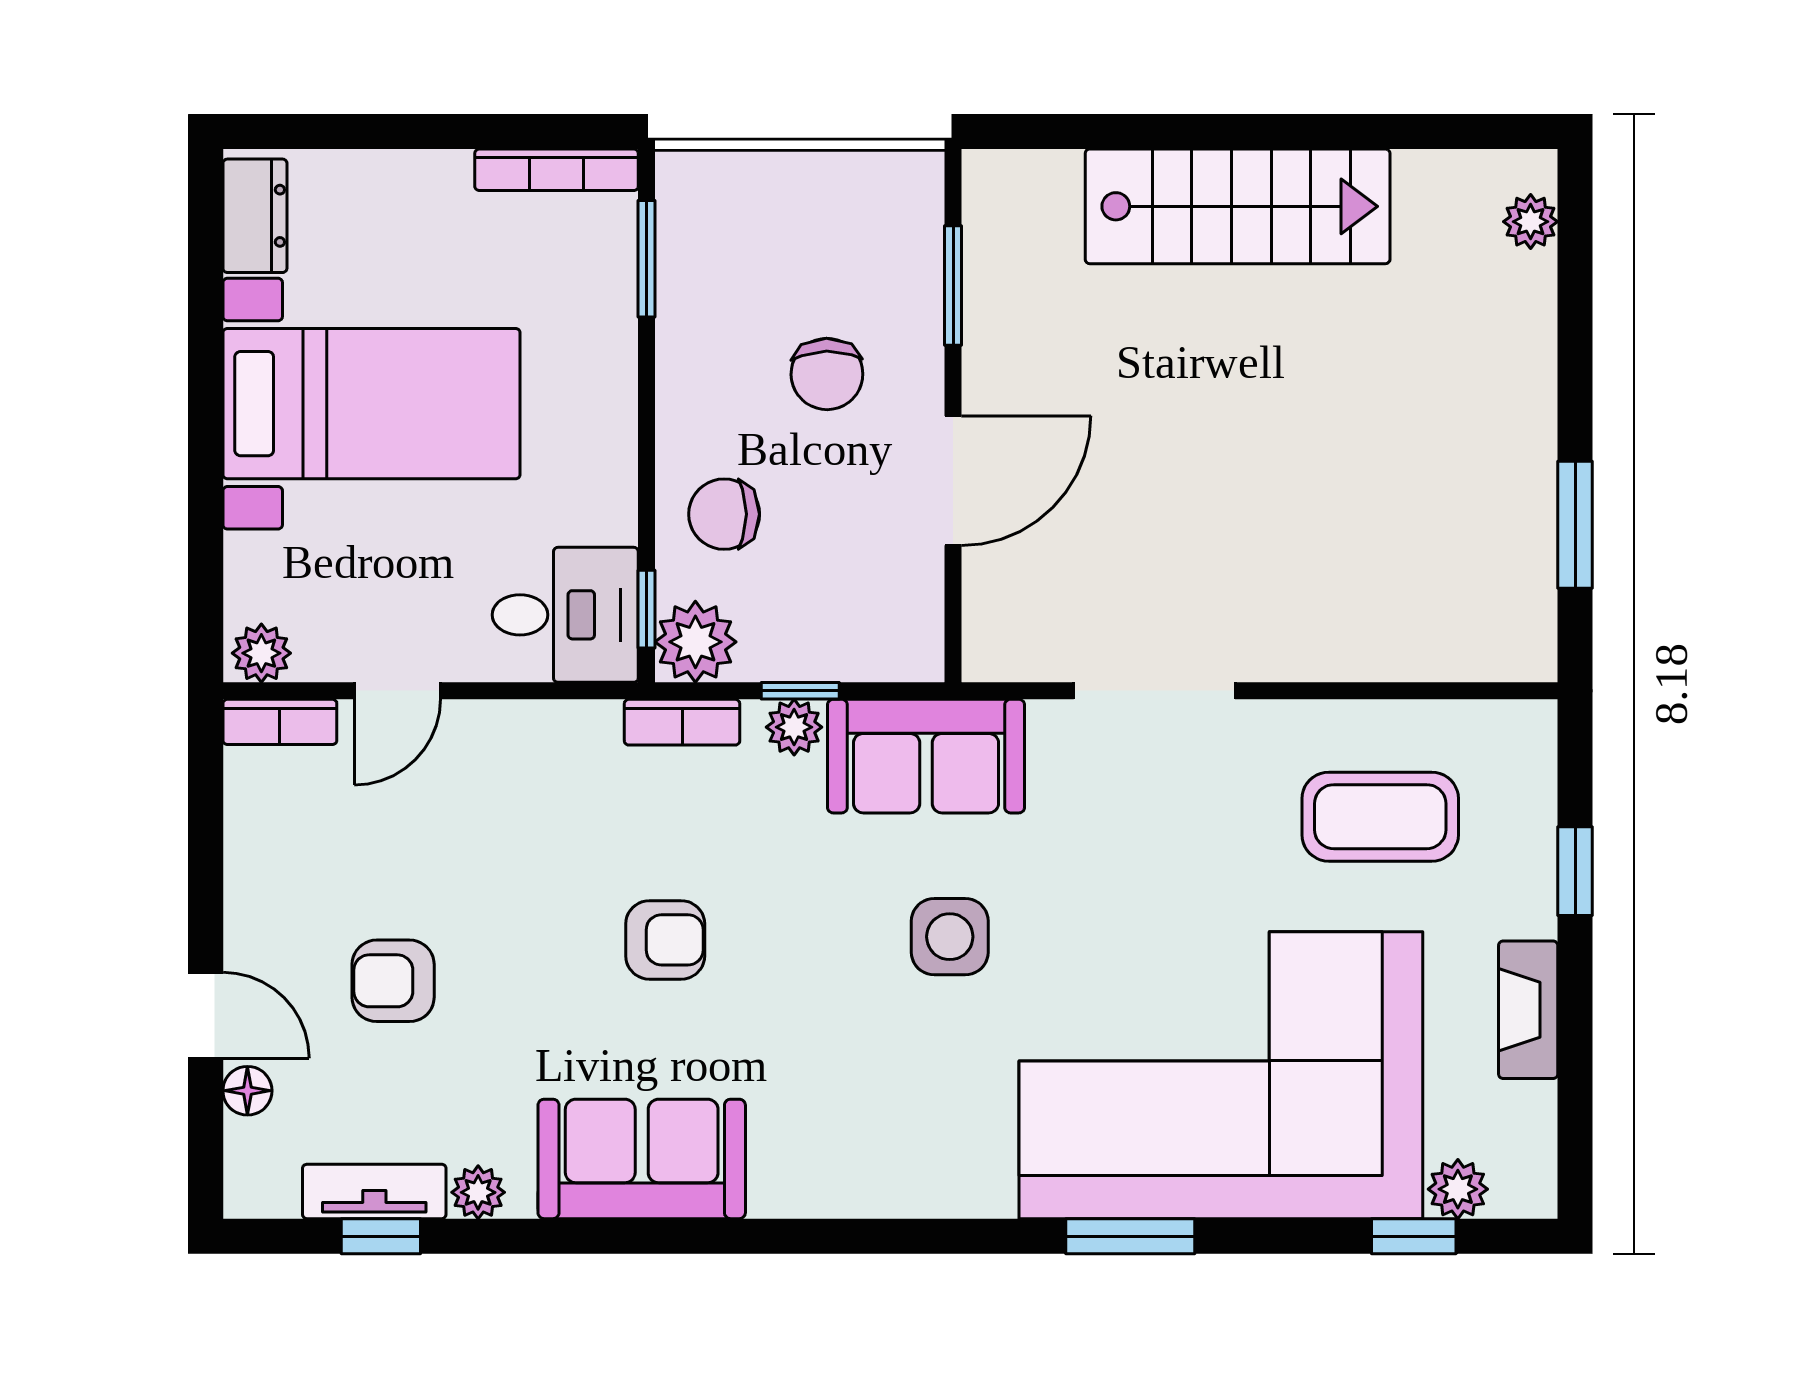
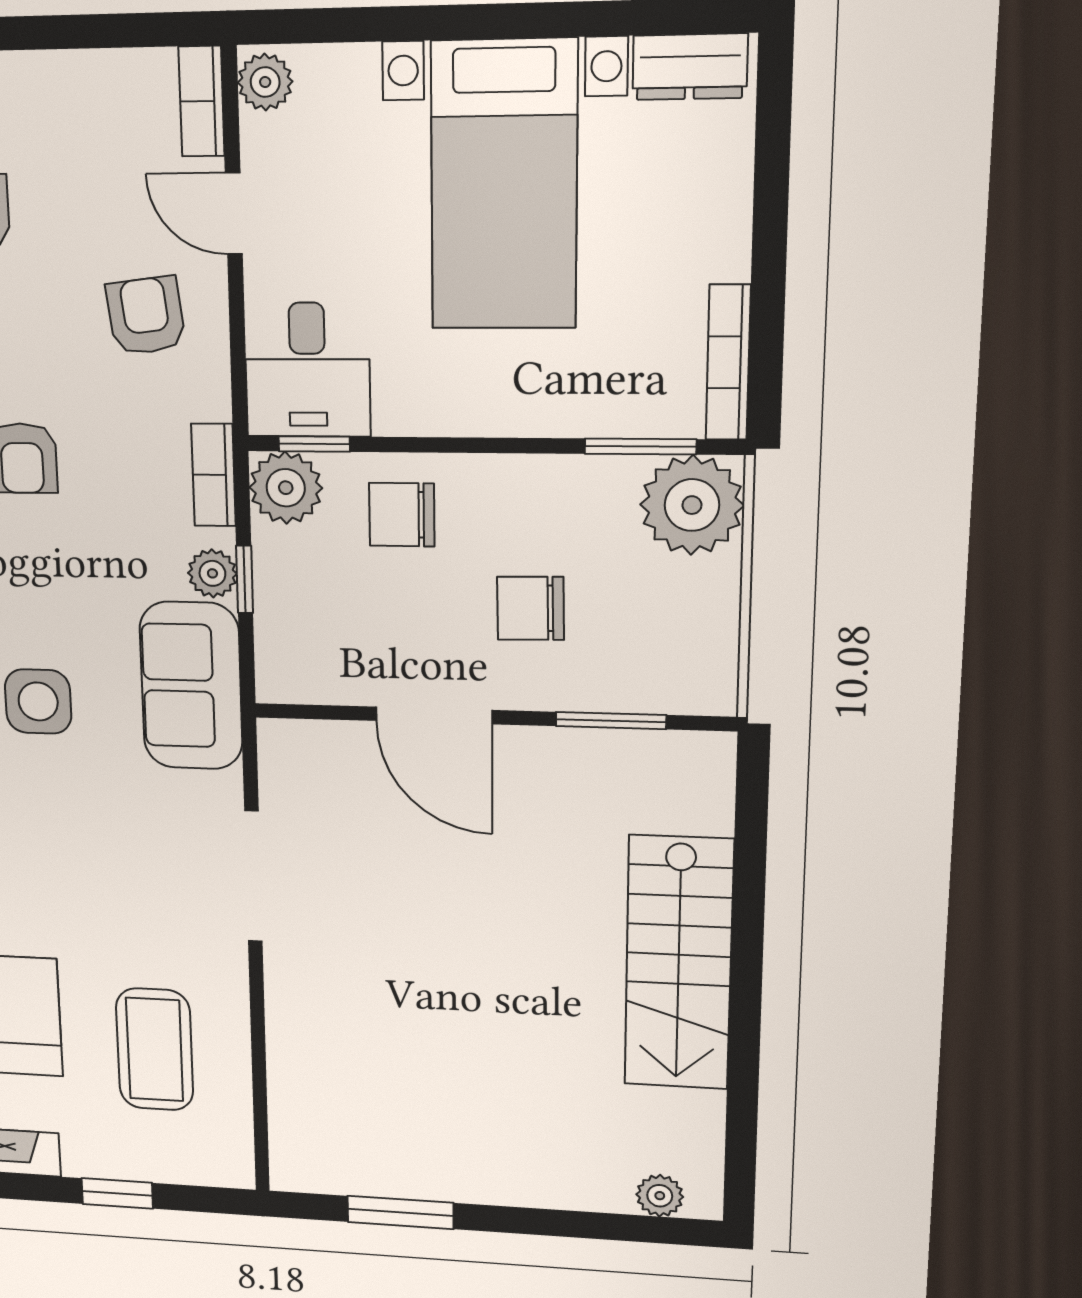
plant: (709, 203) -> (692, 505), added
chair: (724, 514) -> (402, 515), turned -90
armchair: (506, 791) -> (146, 316), added

